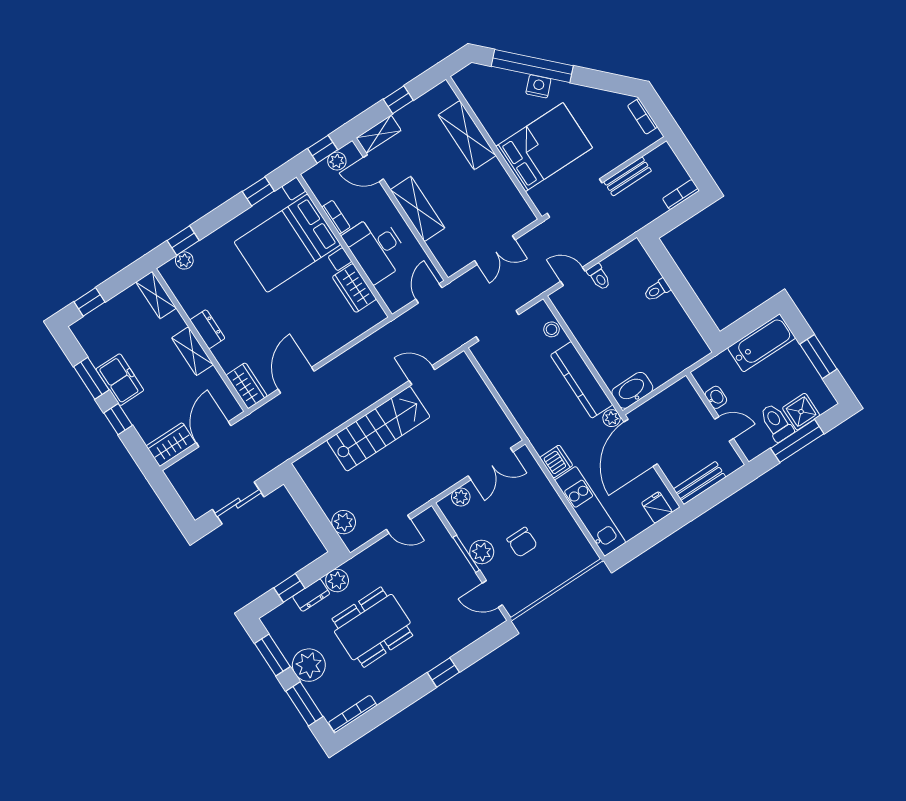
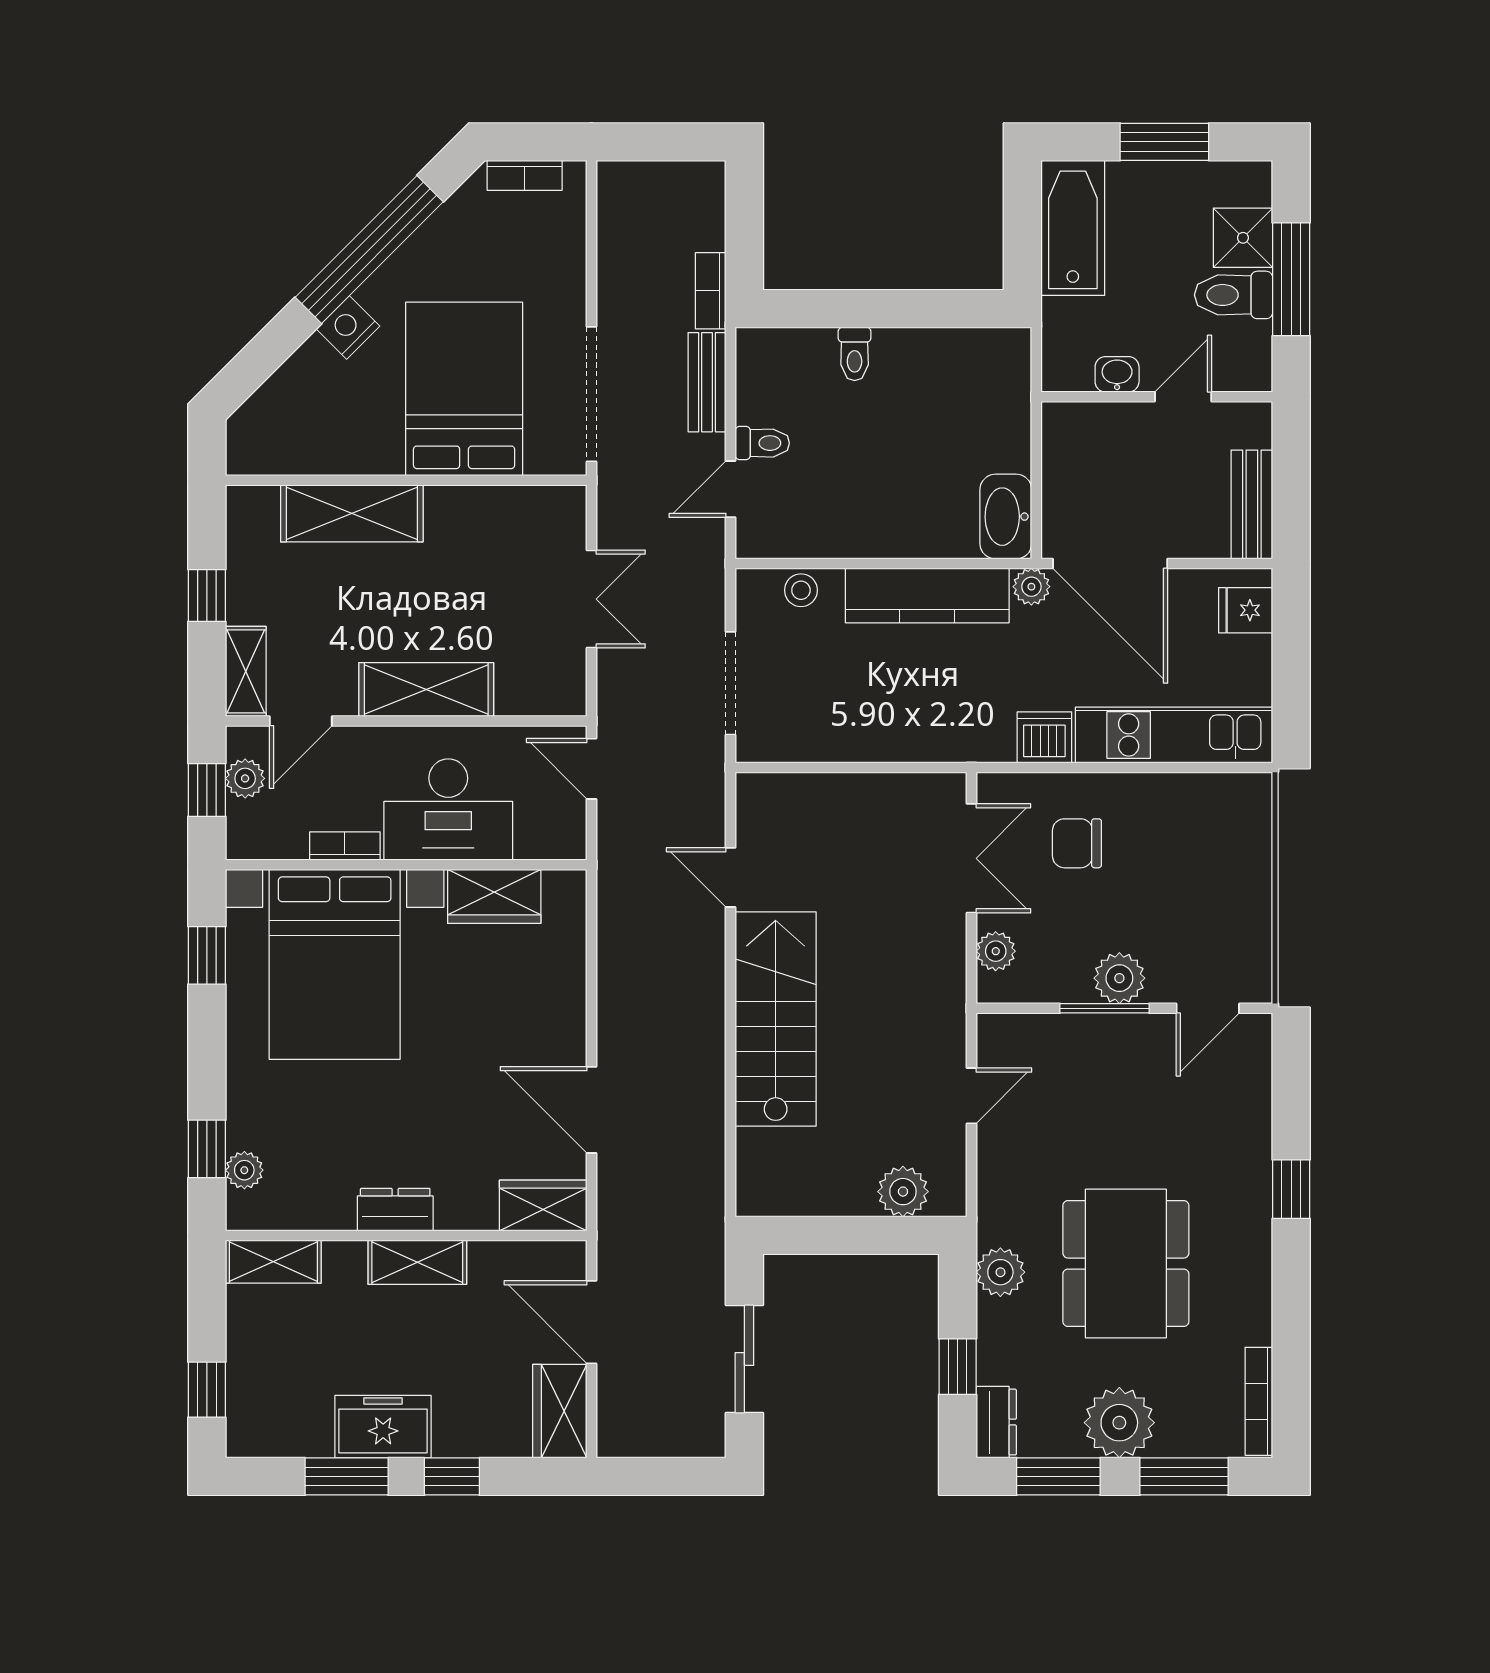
window: (532, 66) -> (369, 249), moved
bench: (628, 176) -> (707, 382), moved
bookcase: (681, 195) -> (711, 291), moved
door: (422, 375) -> (731, 877), hinge flipped
chair: (522, 542) -> (1077, 843), moved, turned 180
dresser: (311, 595) -> (996, 1422), moved

